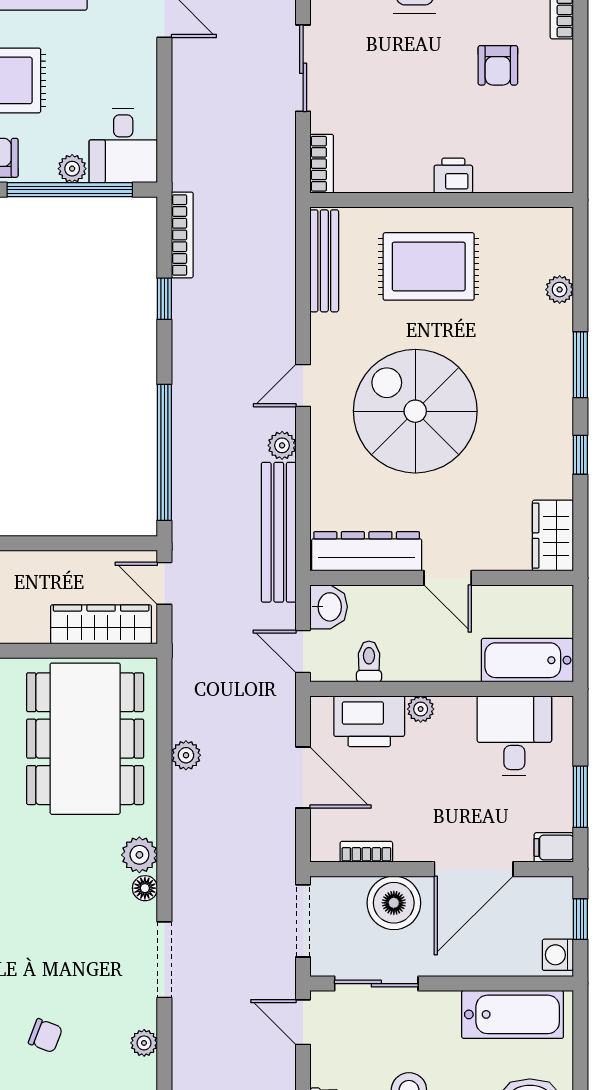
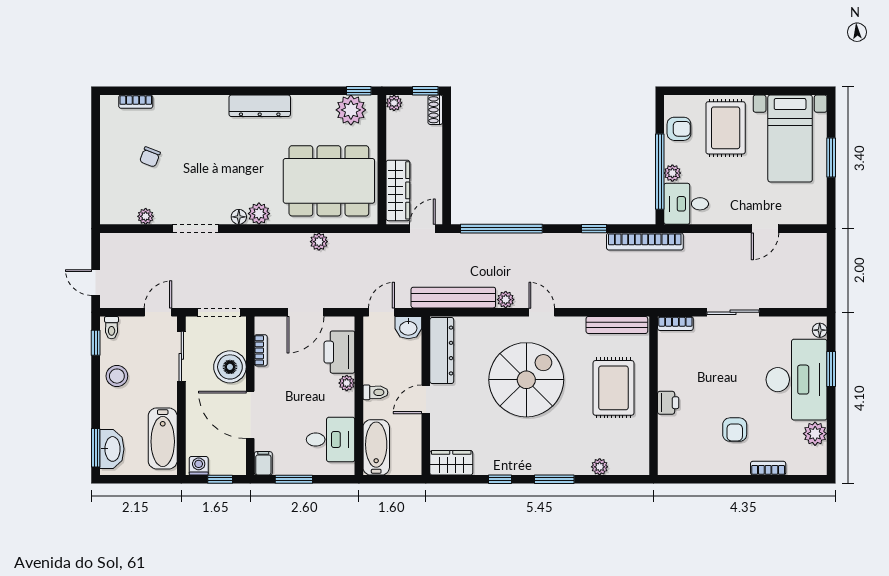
armchair: (498, 65) -> (735, 430), turned -90
bookcase: (182, 235) -> (645, 241), width x1.48, depth x1.31
toilet: (369, 661) -> (375, 392), moved

